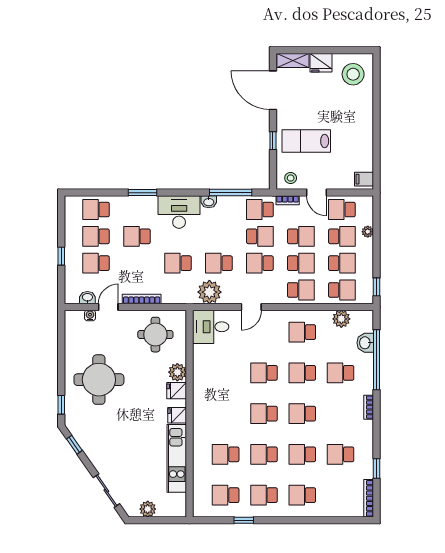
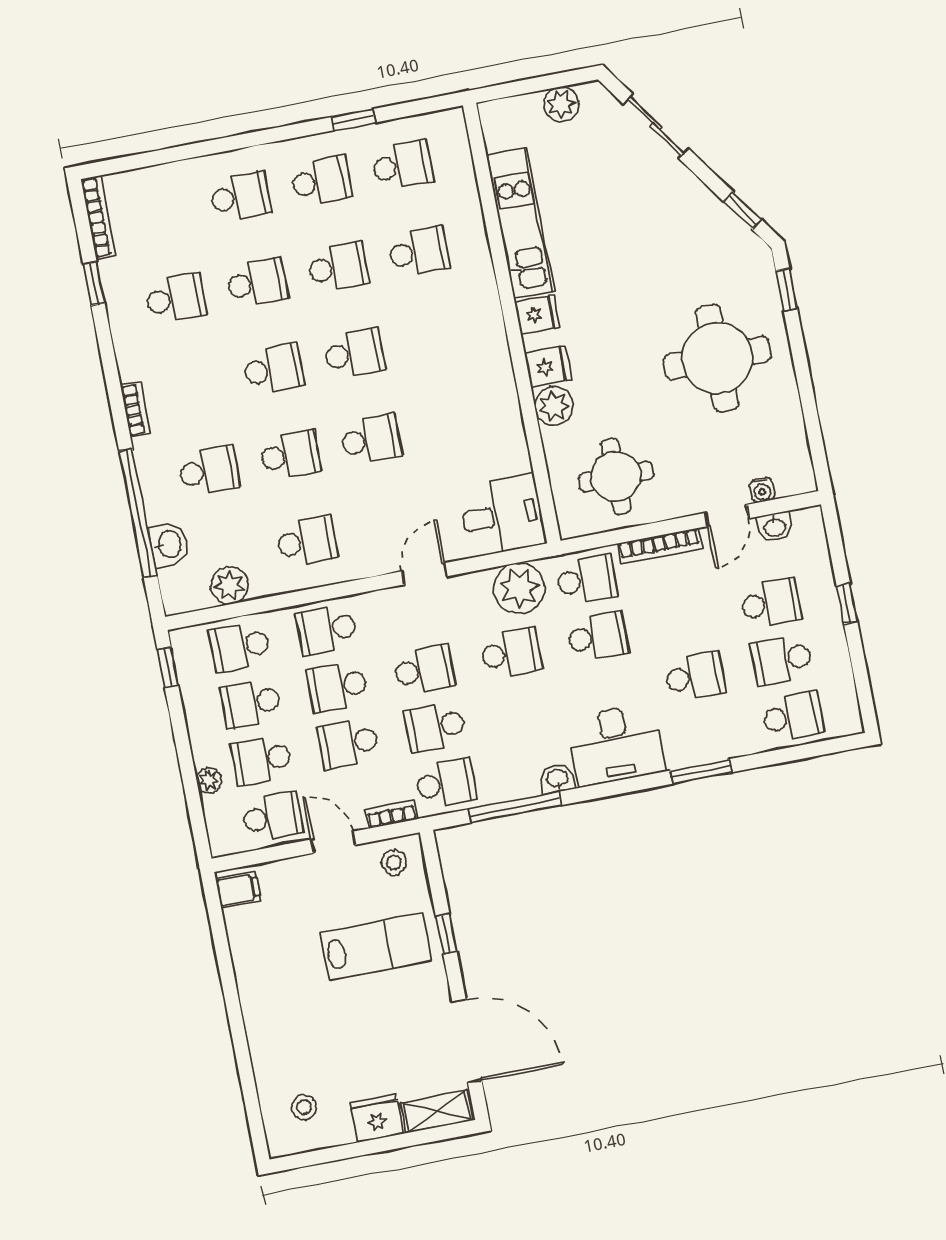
stool: (353, 74) -> (304, 1107), width x0.53, depth x0.53
school desk: (96, 236) -> (782, 660), turned 180
school desk: (178, 290) -> (587, 580), added

